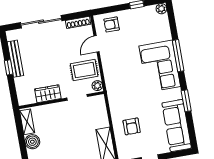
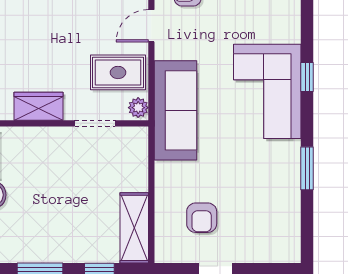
window: (178, 56) -> (307, 77), width x0.46
armchair: (132, 126) -> (202, 218), moved
sofa: (177, 126) -> (175, 110), moved, turned 180

